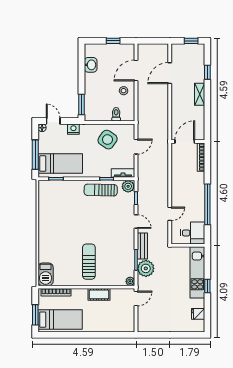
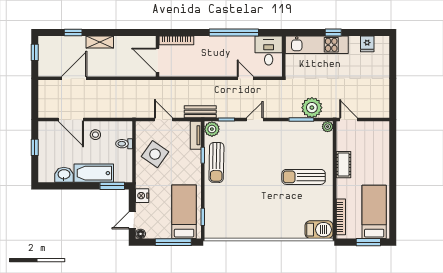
door: (170, 73) -> (74, 78), swing flipped
bathtub: (92, 89) -> (94, 173), added
bench: (142, 246) -> (200, 112), moved

